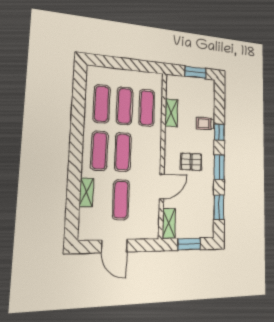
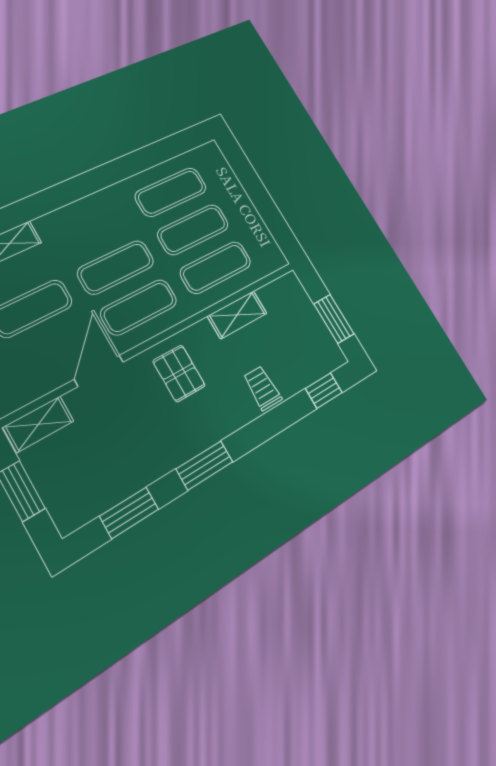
window: (219, 132) -> (324, 391), moved
exercise mat: (99, 151) -> (139, 307), moved
pallet: (191, 162) -> (179, 373), moved
door: (162, 187) -> (99, 371), swing flipped

